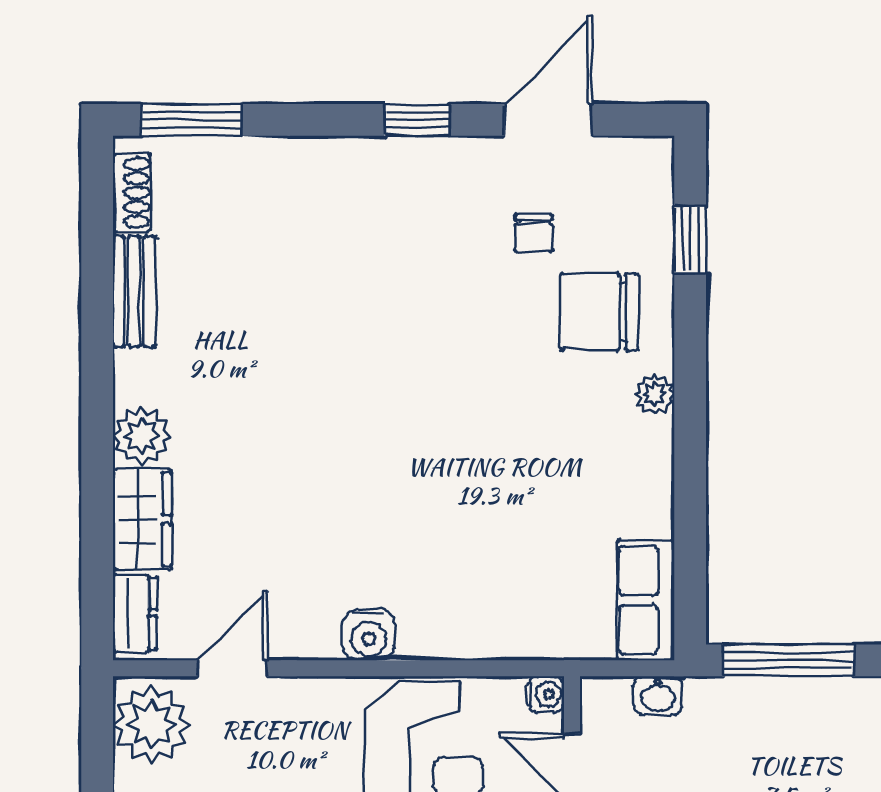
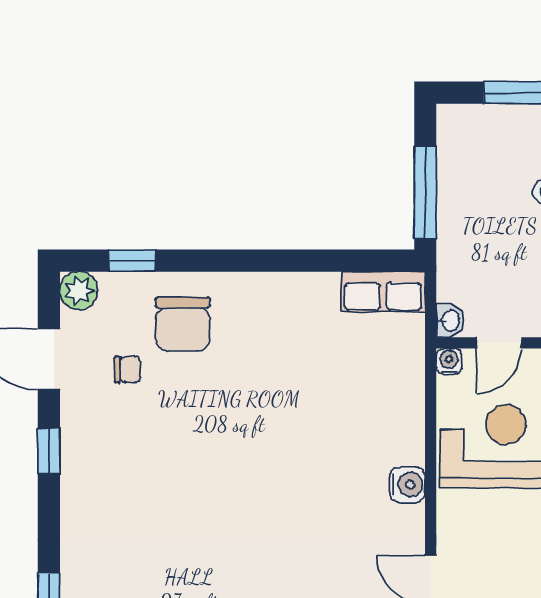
plant: (655, 394) -> (79, 291), moved, width x1.38, depth x1.38
washbasin: (658, 696) -> (450, 321), moved

